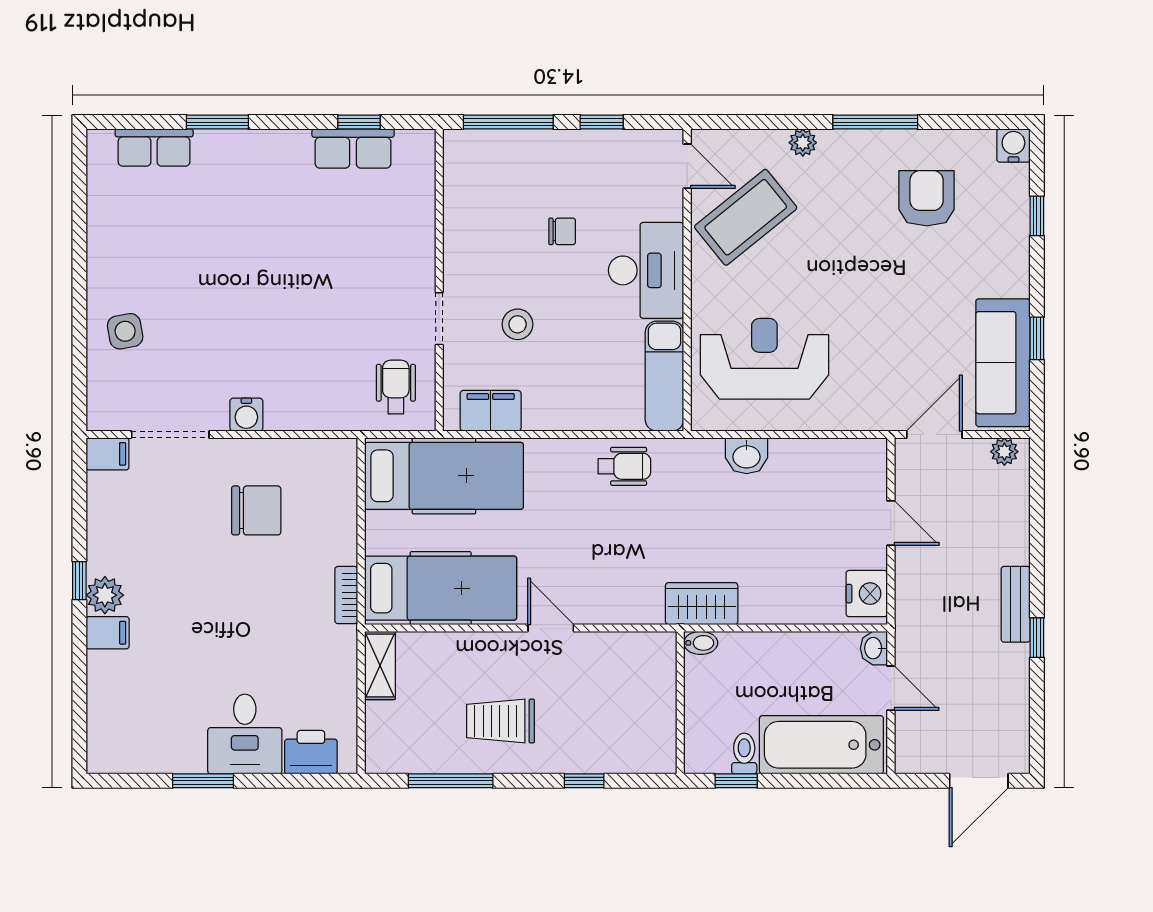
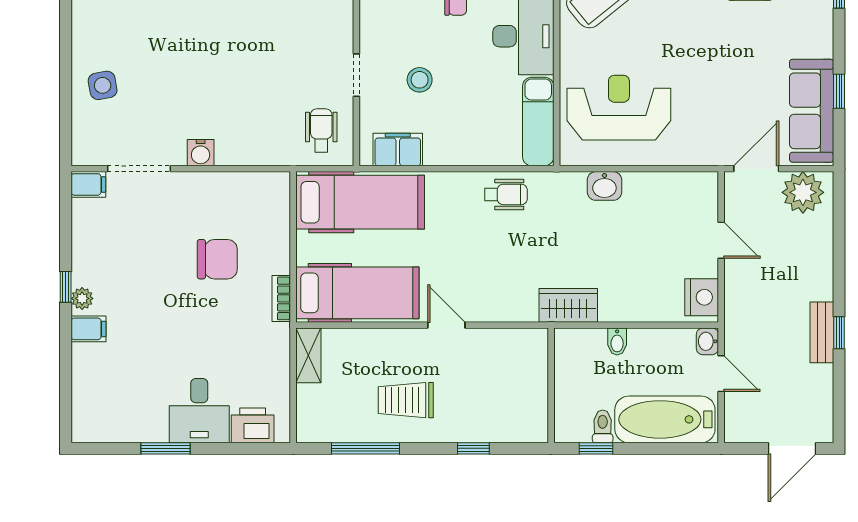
plant: (1004, 452) -> (803, 192), width x1.87, depth x1.87
chair: (256, 510) -> (217, 259), moved
plant: (105, 595) -> (82, 298), width x0.73, depth x0.73
bench: (1016, 604) -> (822, 332), moved
bidet: (701, 643) -> (617, 342), moved, turned 90

